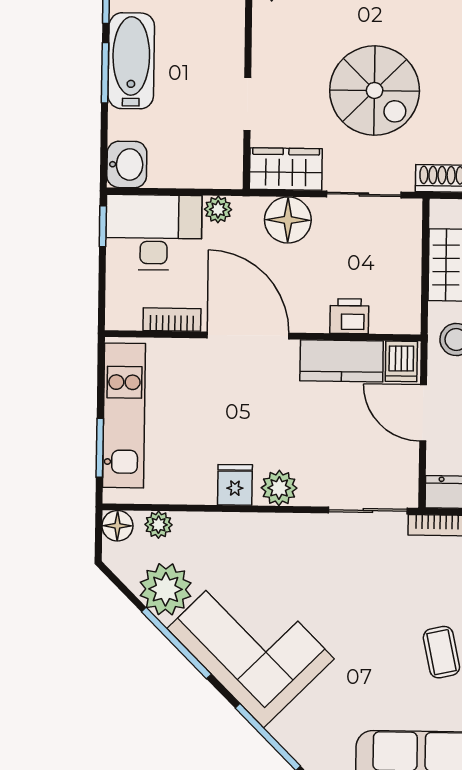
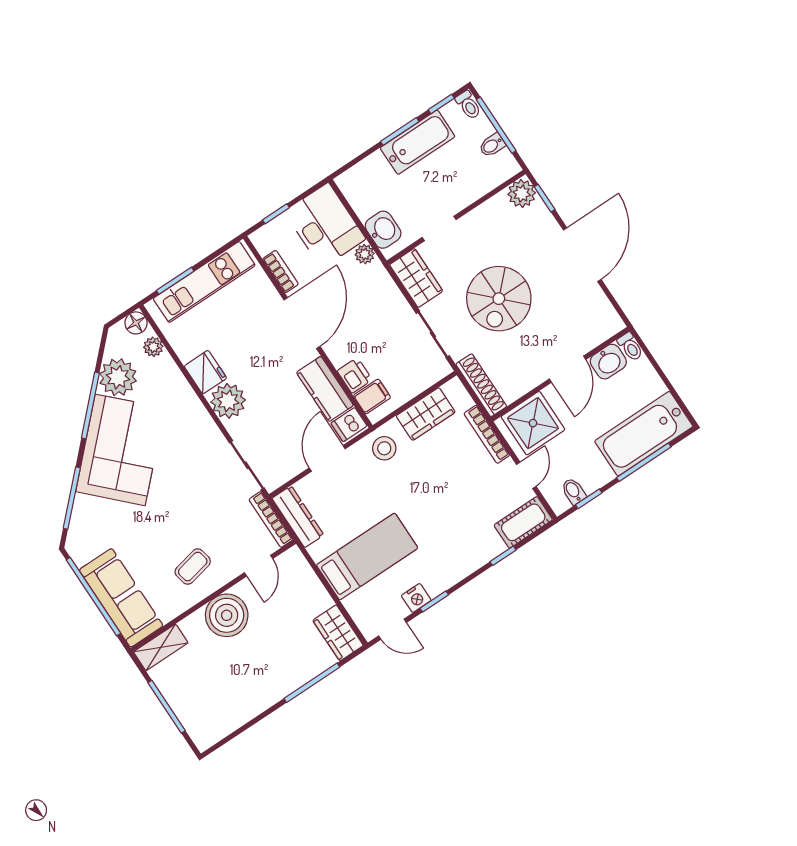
washbasin: (127, 164) -> (383, 230), moved, turned -90
floor lamp: (288, 220) -> (387, 300), removed
window: (103, 226) -> (276, 214), moved
filing cabinet: (387, 313) -> (372, 396), added
fridge: (235, 485) -> (205, 372), width x1.38
plant: (279, 488) -> (228, 401), width x1.36, depth x1.36

